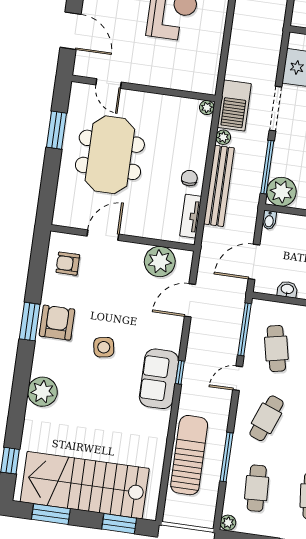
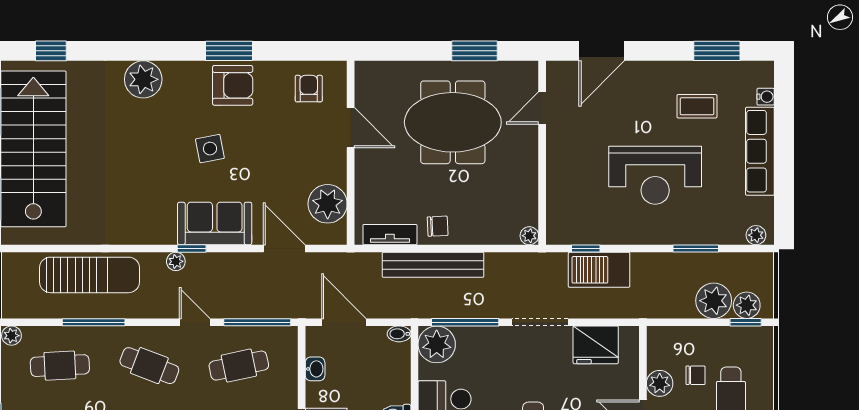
window: (223, 65) -> (586, 249), added
barbecue: (234, 106) -> (599, 270), moved
plant: (223, 137) -> (176, 261), moved
sofa: (159, 379) -> (215, 223), moved

